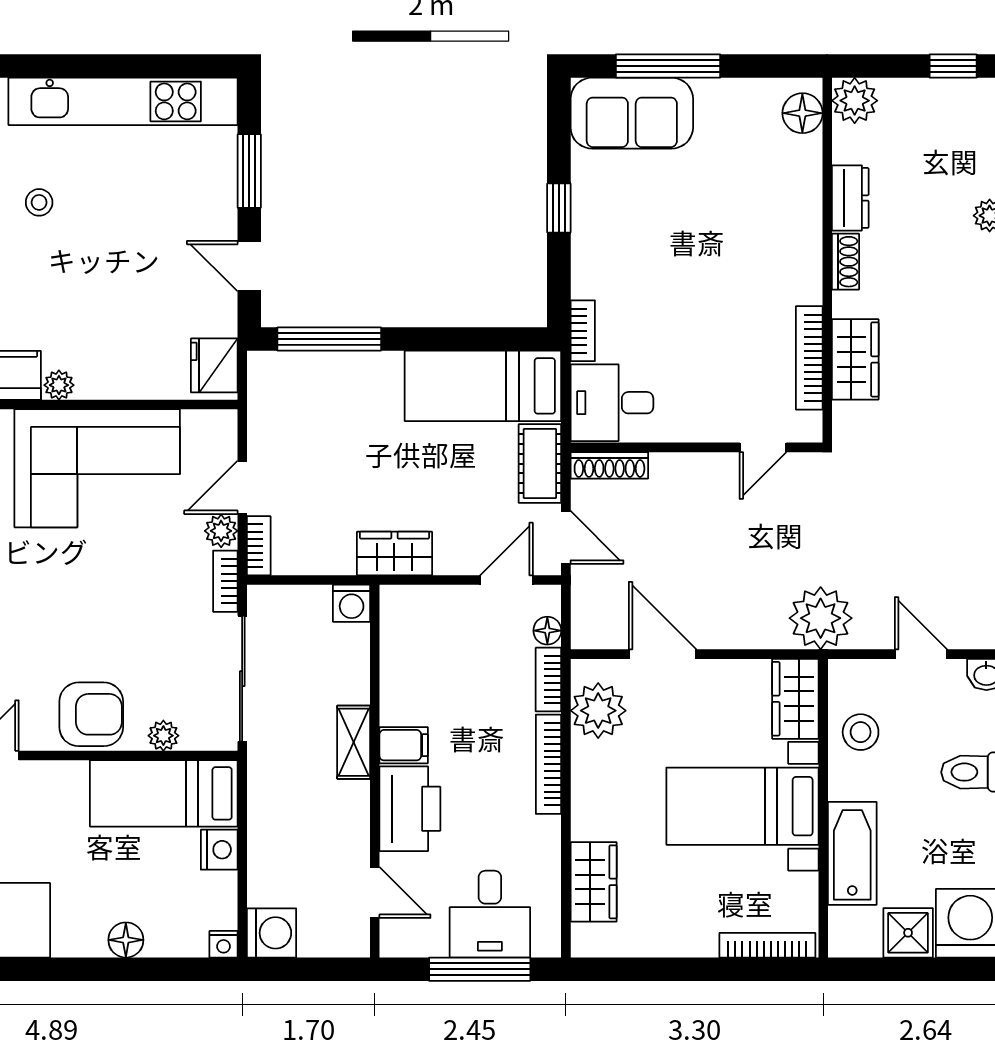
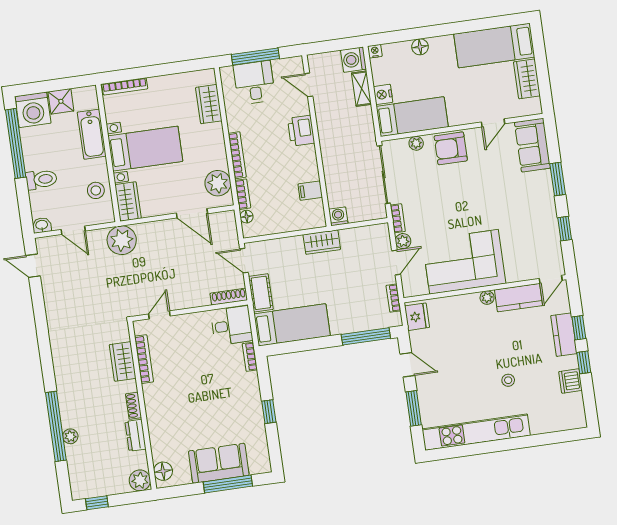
sofa: (632, 113) -> (219, 463), moved
bookcase: (259, 546) -> (393, 298), moved
door: (507, 580) -> (269, 237), removed
shelving: (354, 742) -> (361, 89), moved
filing cabinet: (404, 745) -> (310, 191), moved
printer: (410, 809) -> (301, 131), width x0.73, depth x0.84

